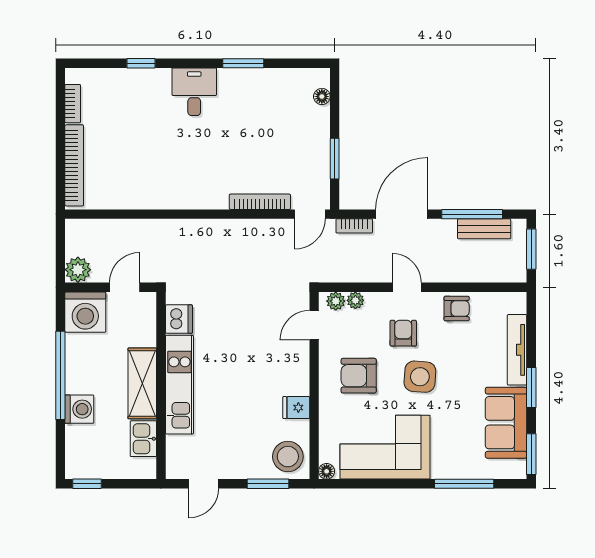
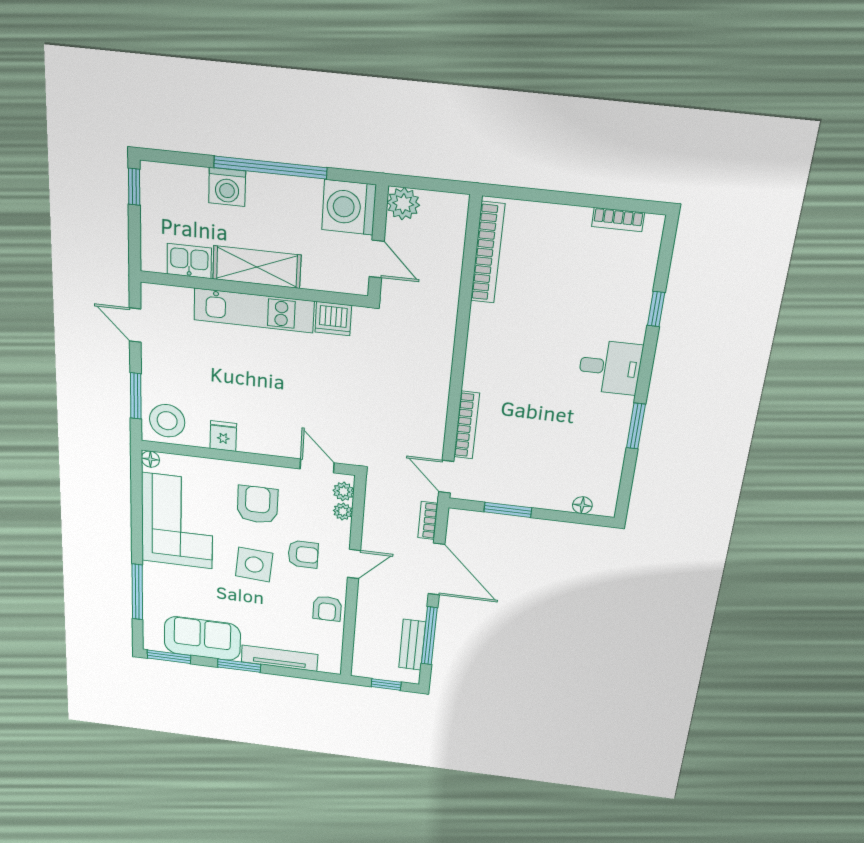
bookcase: (74, 165) -> (488, 253), moved, turned -90
window: (531, 249) -> (386, 684), width x0.67

